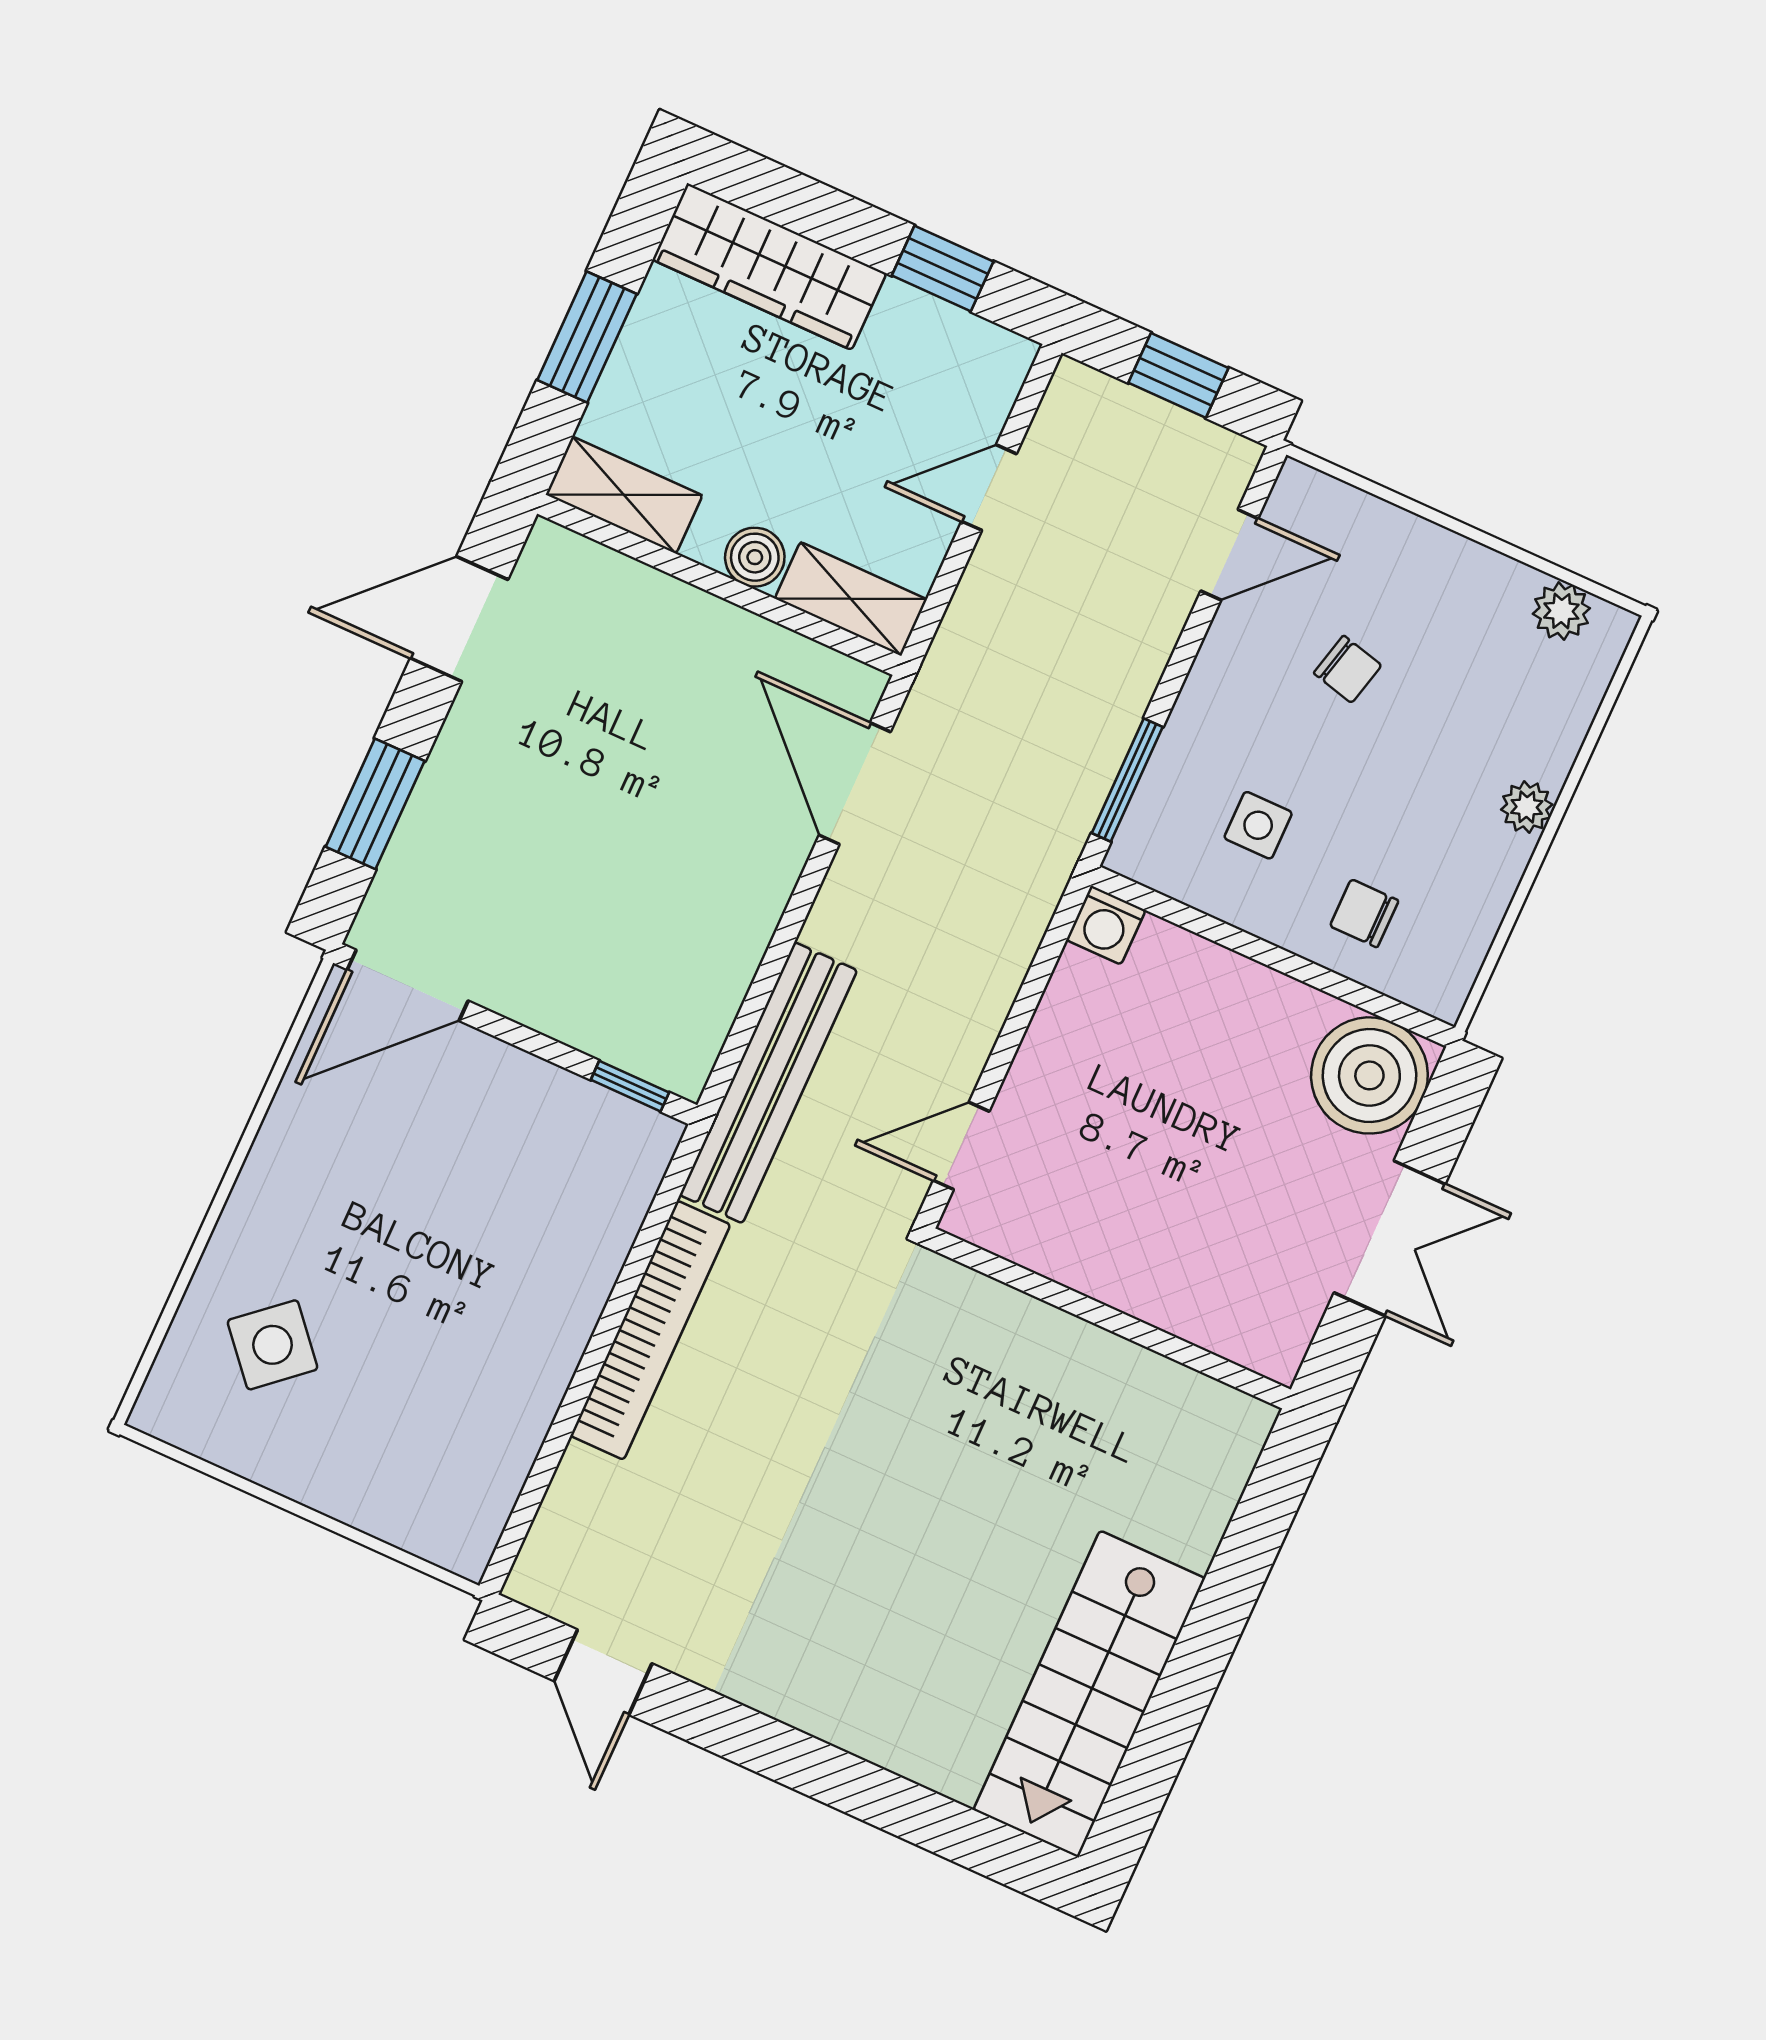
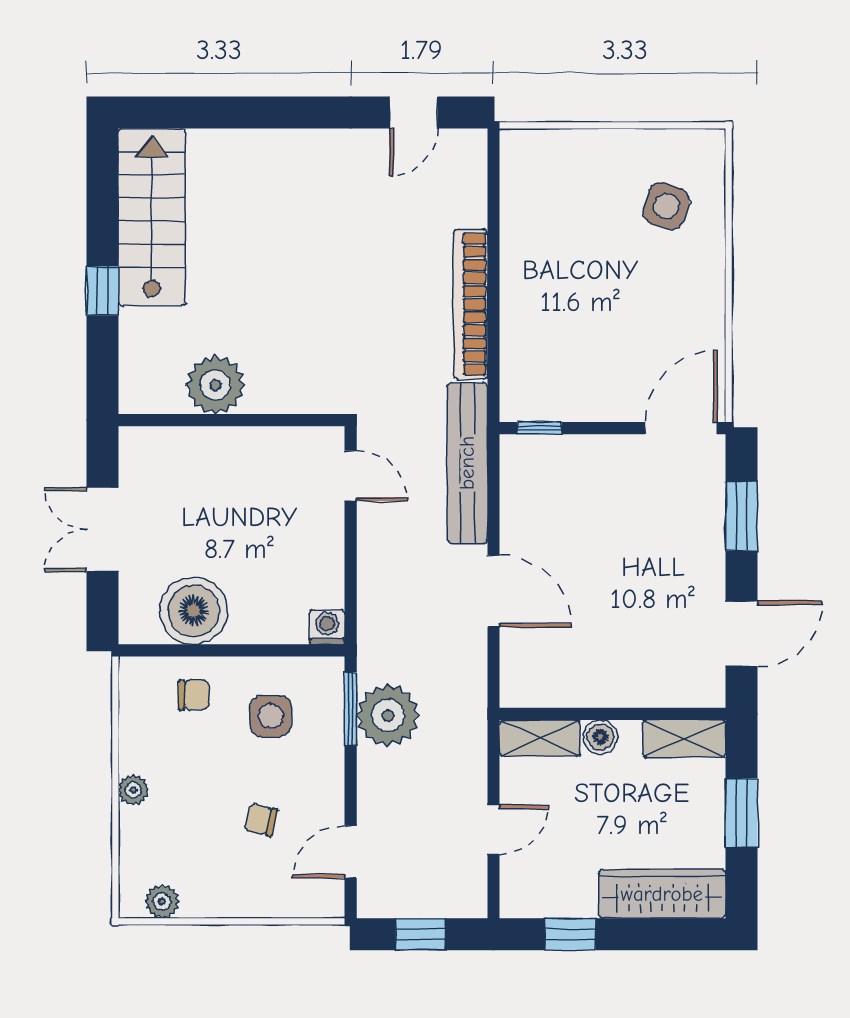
plant: (1073, 743) -> (388, 715), added
door: (855, 784) -> (493, 591), moved
side table: (1258, 825) -> (271, 716), width x1.37, depth x1.37
boiler: (1369, 1075) -> (194, 611), moved
door: (961, 1146) -> (351, 476), hinge flipped
side table: (273, 1345) -> (666, 206), turned -31
plant: (1109, 1385) -> (215, 385), added
window: (1219, 1614) -> (102, 291), added
door: (603, 1672) -> (414, 113), swing flipped

